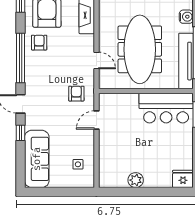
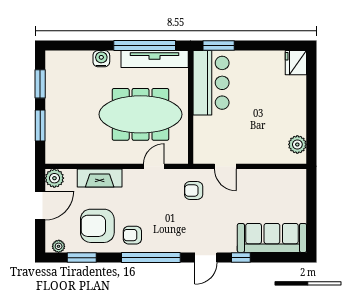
side table: (78, 164) -> (278, 189), removed
plant: (136, 180) -> (297, 144), moved

